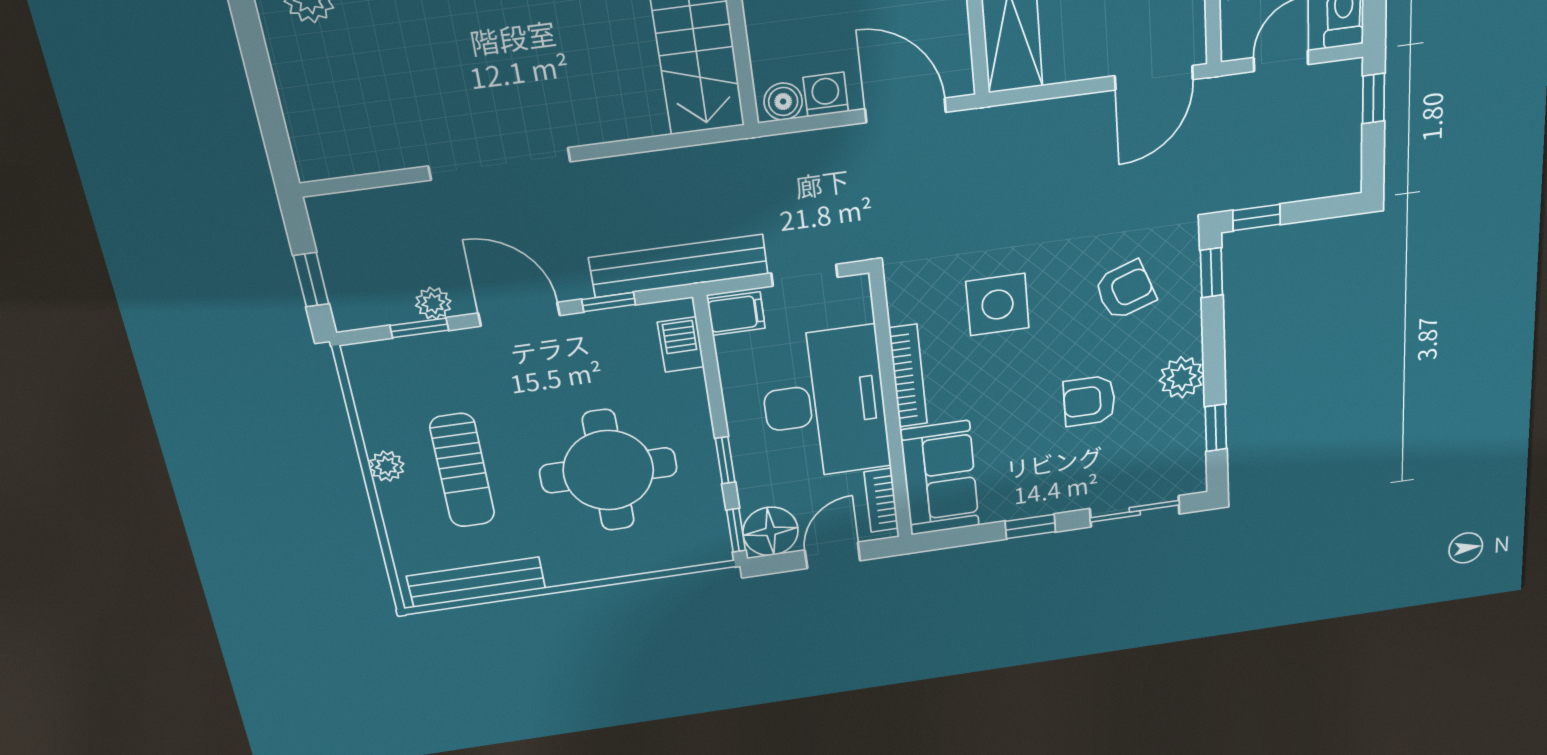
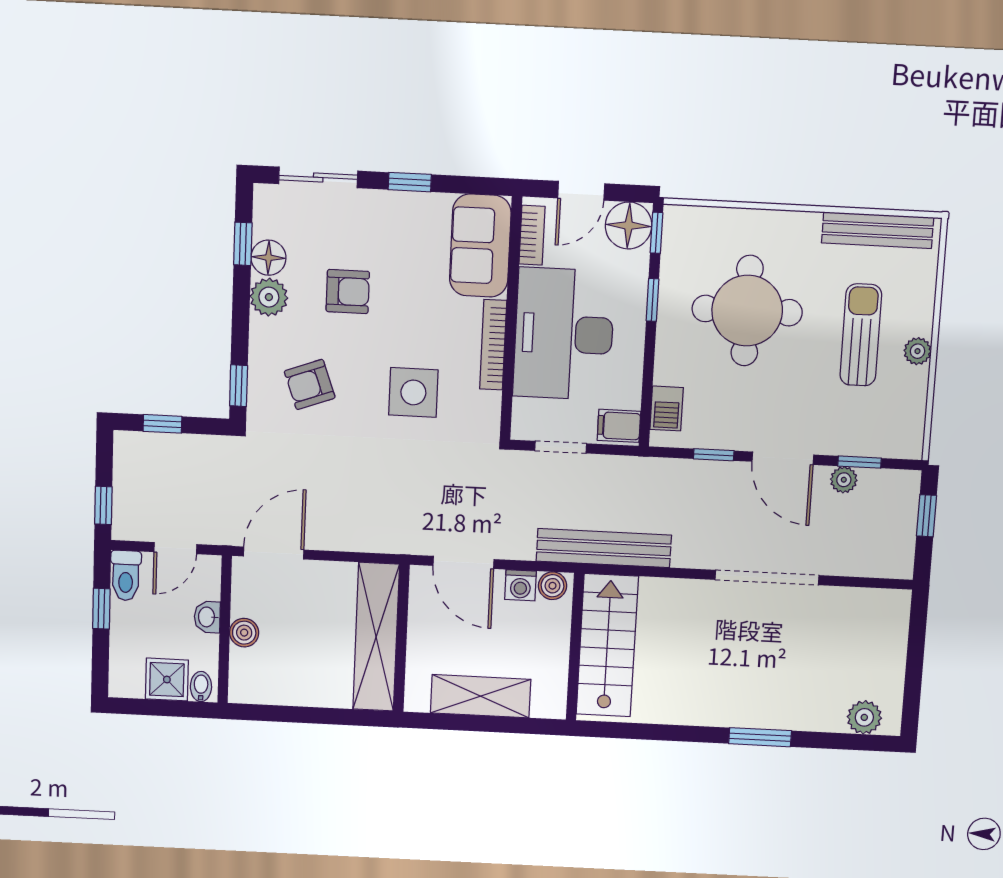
window: (1257, 217) -> (162, 424), moved
bench: (679, 266) -> (604, 548), moved
floor lamp: (1185, 419) -> (269, 258), added

